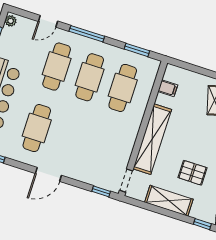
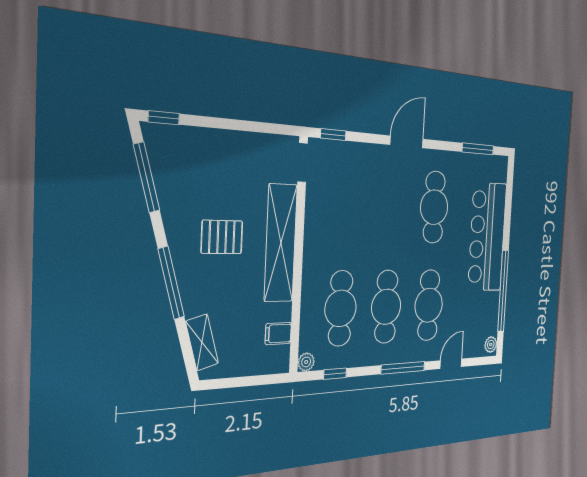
window: (137, 50) -> (335, 374), width x0.67
plant: (154, 65) -> (306, 362), added
pallet: (192, 173) -> (222, 237), moved
shelving: (169, 201) -> (230, 146), removed

